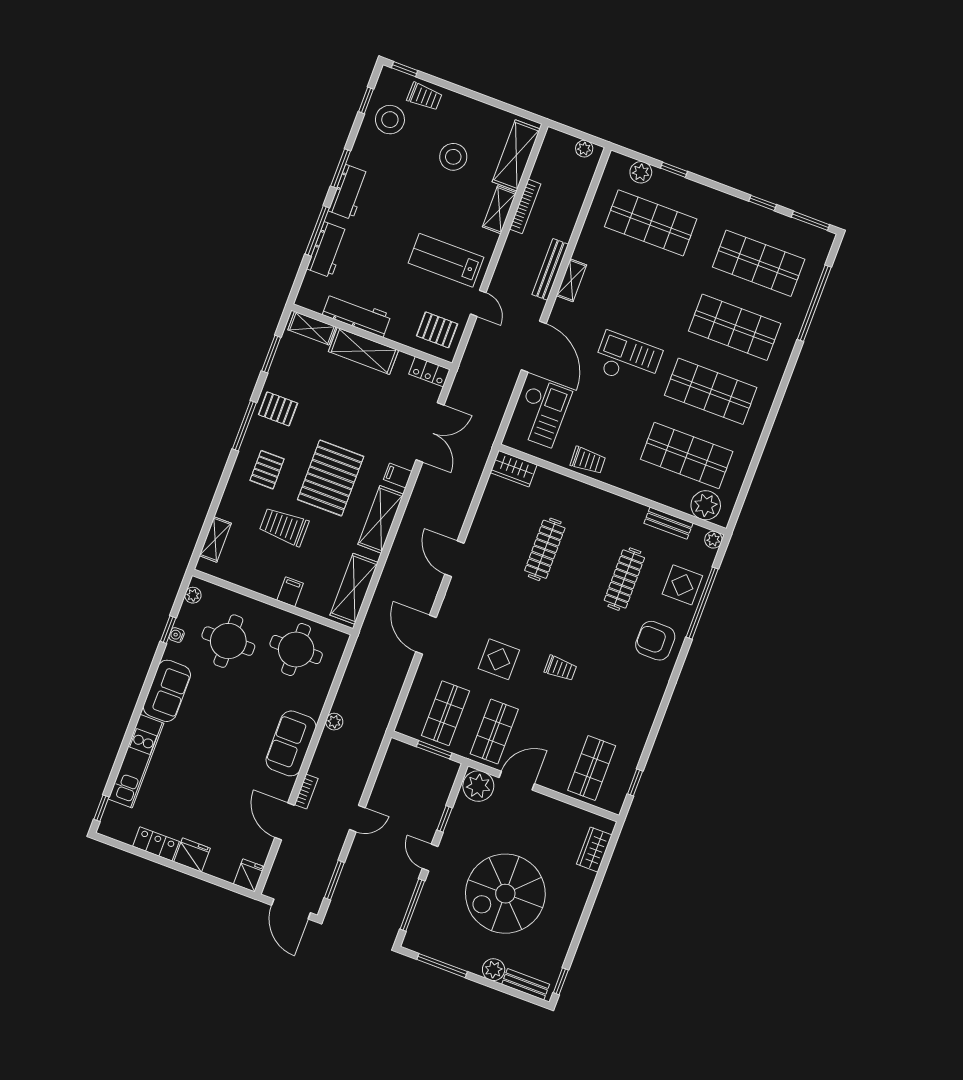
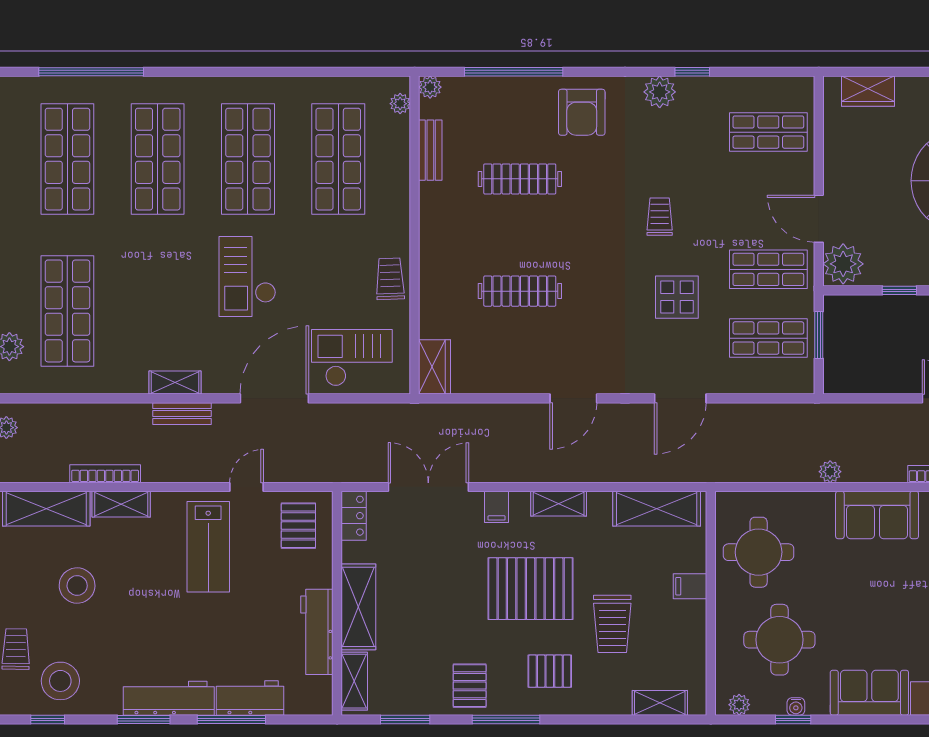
workbench: (349, 192) -> (169, 698), width x1.38
bench: (550, 269) -> (182, 414), width x0.73
plant: (706, 505) -> (400, 104), width x0.53, depth x0.53
shelving: (381, 519) -> (559, 504), width x0.67, depth x0.75
display table: (682, 585) -> (500, 105), removed
plant: (649, 701) -> (660, 92), added
window: (635, 783) -> (692, 72), moved

